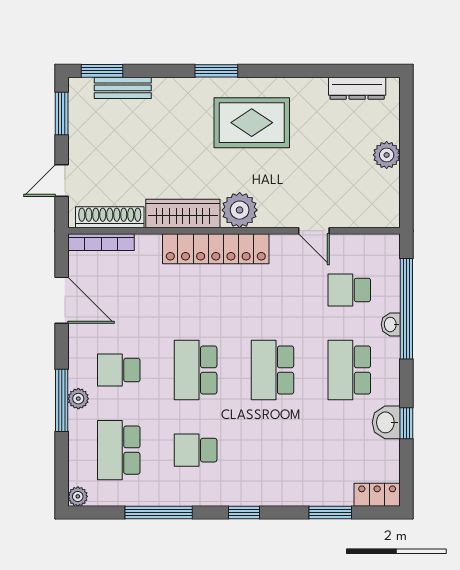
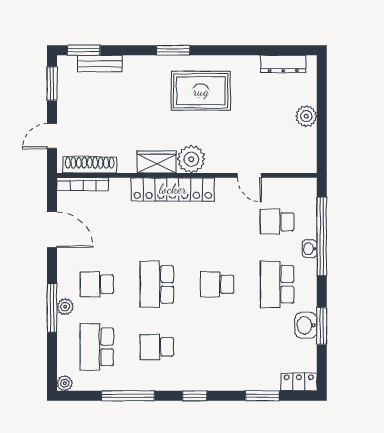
wardrobe: (183, 213) -> (157, 162), width x0.67
school desk: (272, 370) -> (217, 284), width x0.54
window: (406, 423) -> (322, 326), width x1.50

